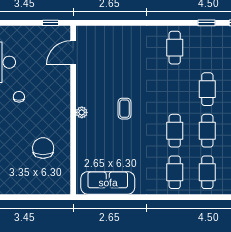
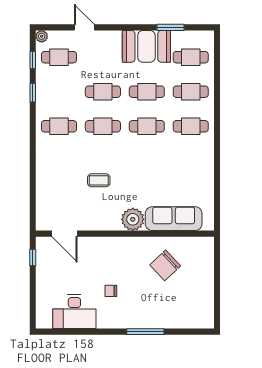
cafe table: (175, 89) -> (103, 126), added
coffee table: (125, 109) -> (99, 180), moved
plant: (82, 112) -> (133, 219), width x1.87, depth x1.87
chair: (43, 148) -> (165, 265), turned -43
sofa: (108, 183) -> (174, 219), moved, turned 90

